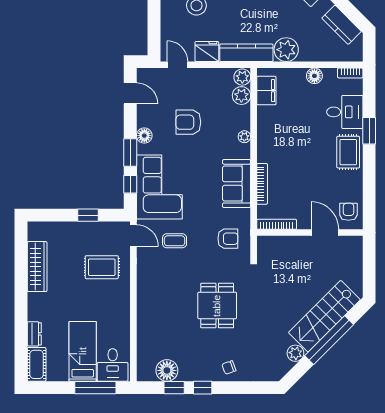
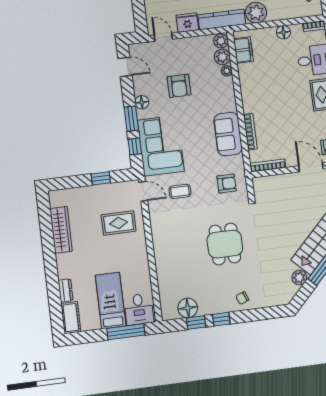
armchair: (188, 122) -> (179, 86), turned -90
plant: (244, 137) -> (227, 71), moved

